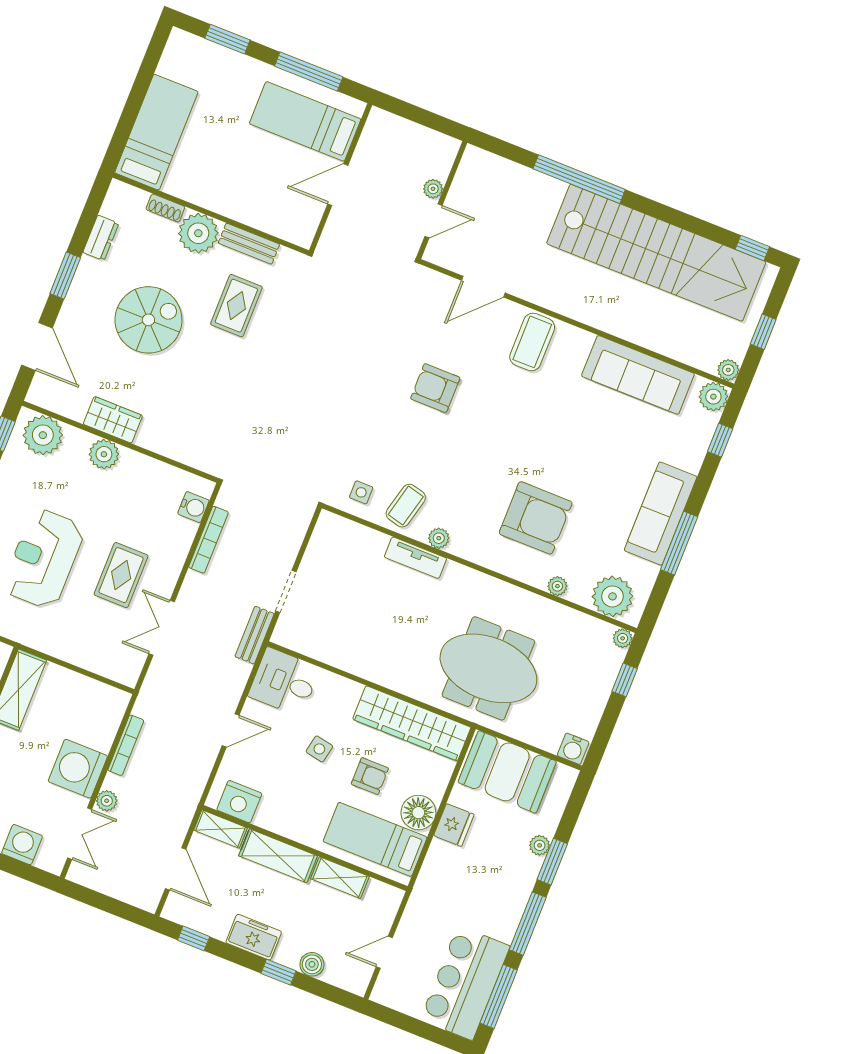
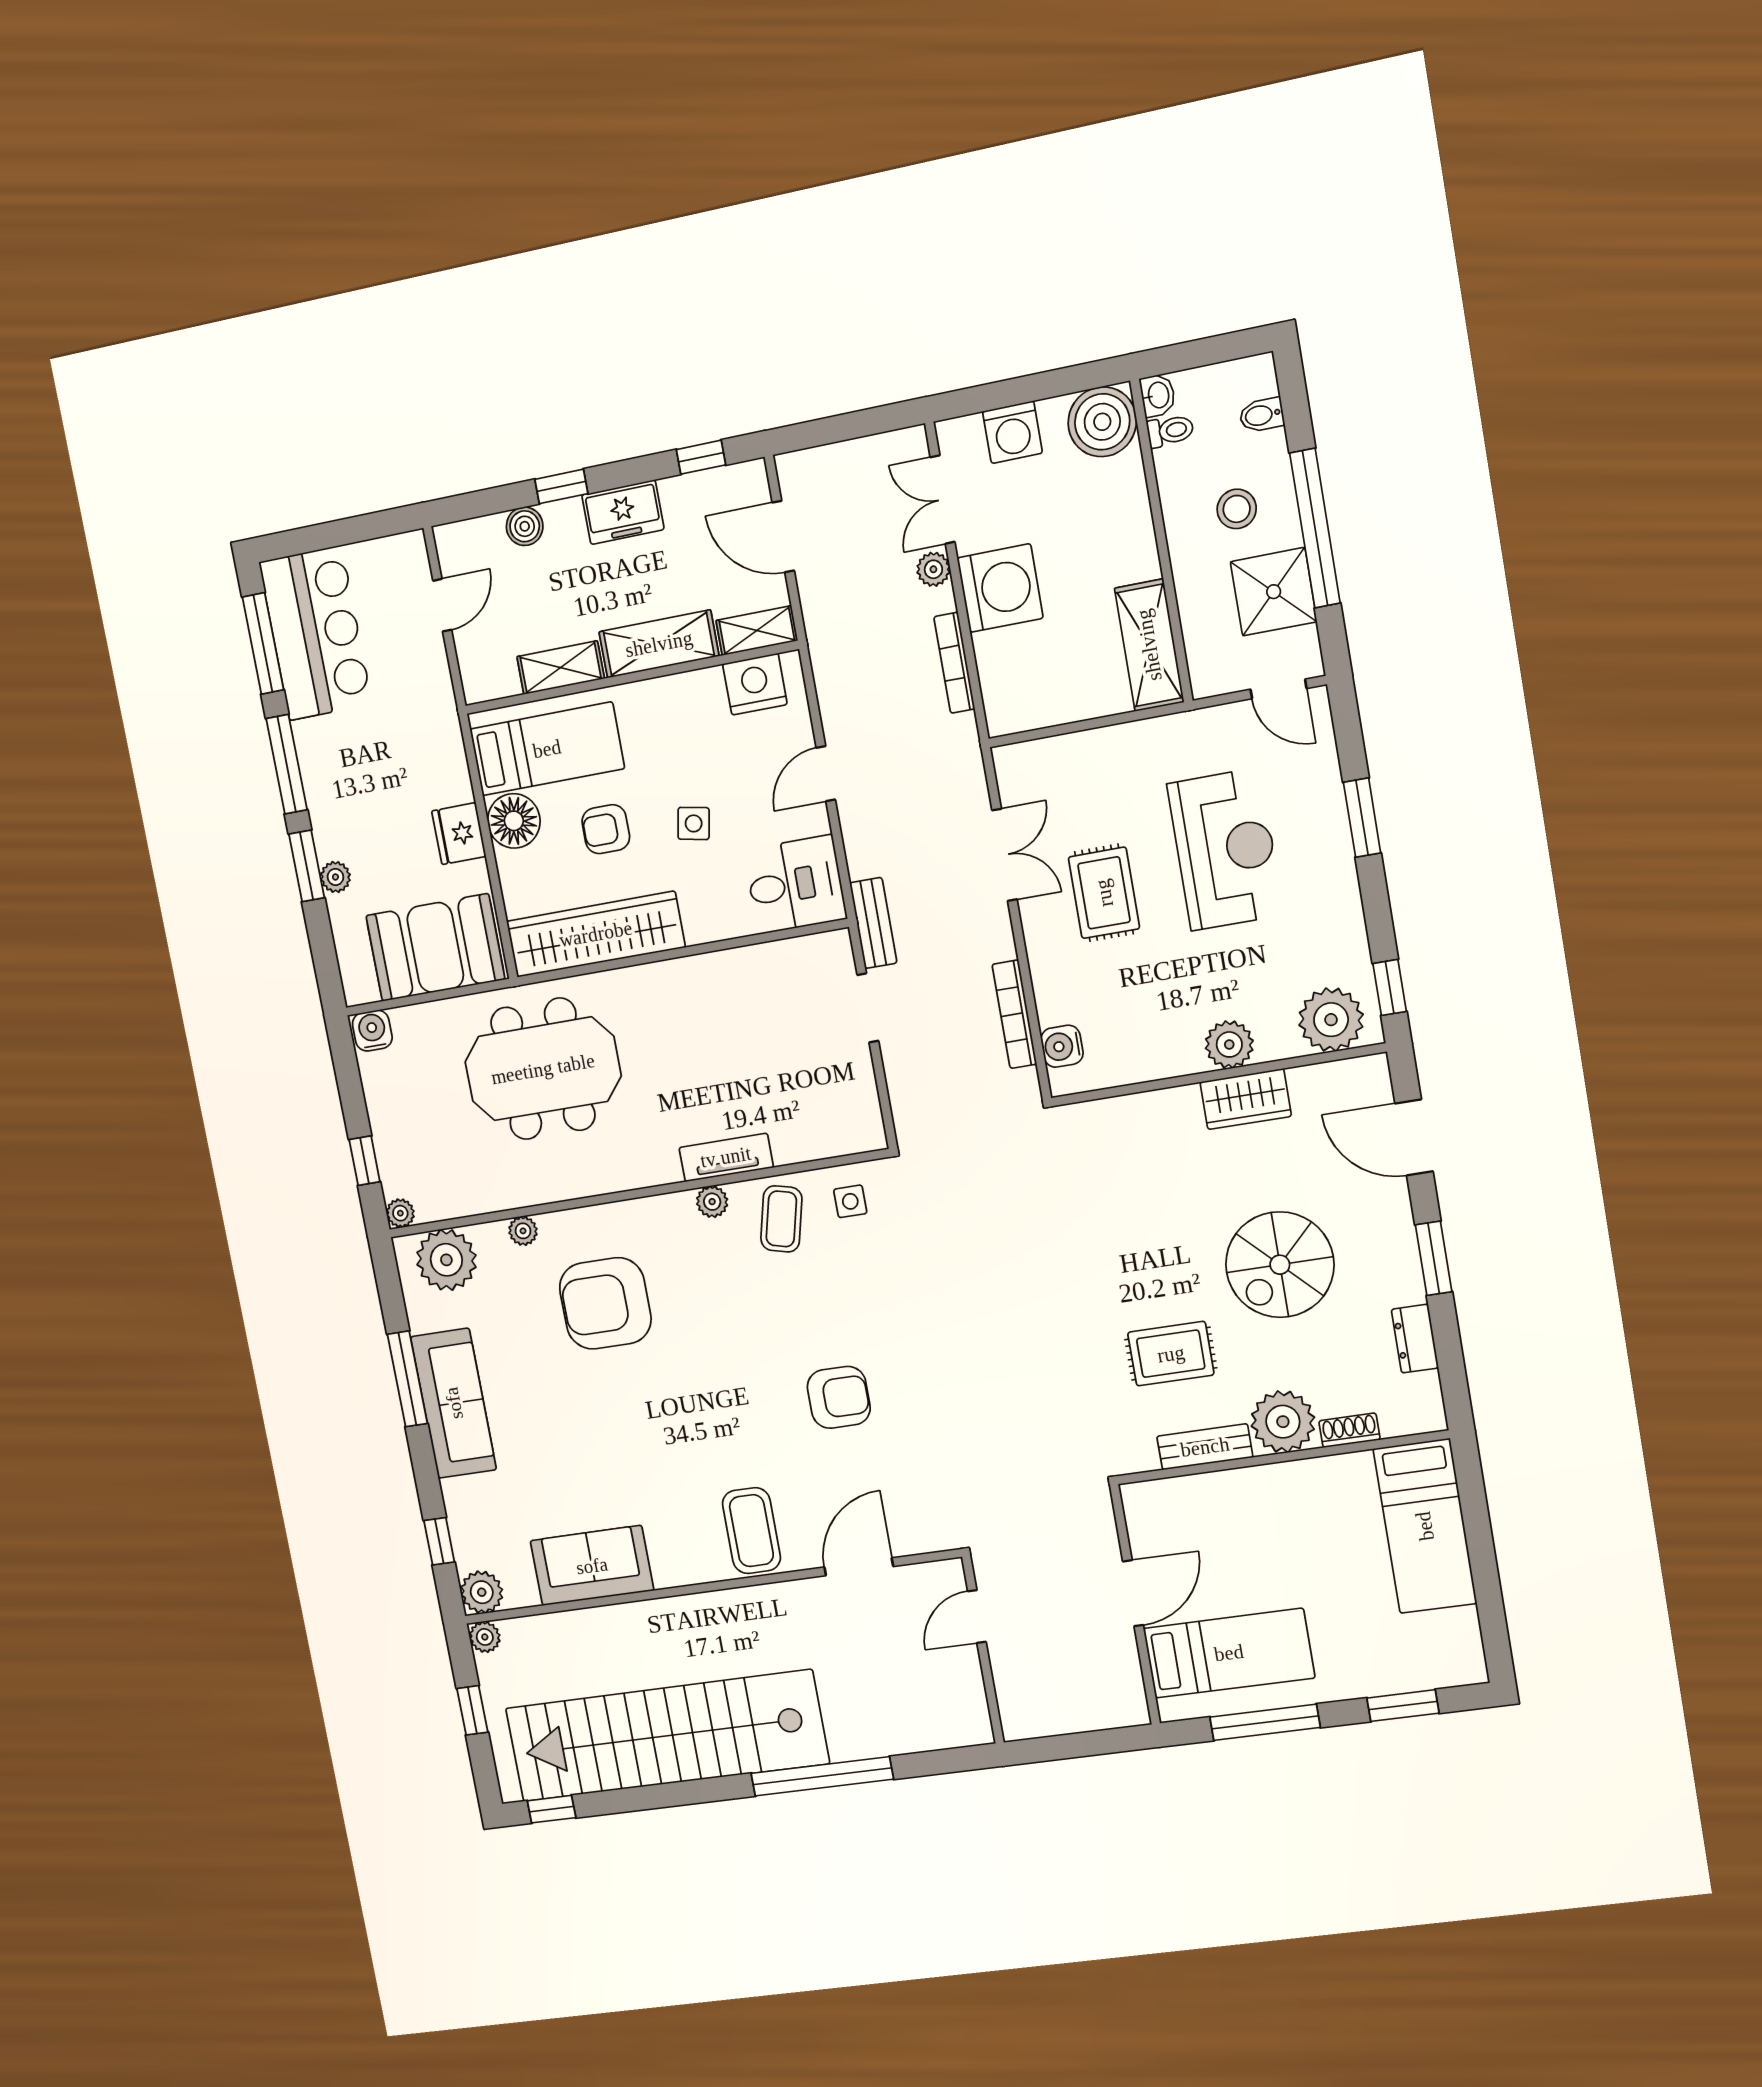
plant: (433, 189) -> (1003, 1658), removed
rug: (236, 306) -> (1171, 1354), turned 90
sofa: (638, 375) -> (592, 1566), width x0.73

